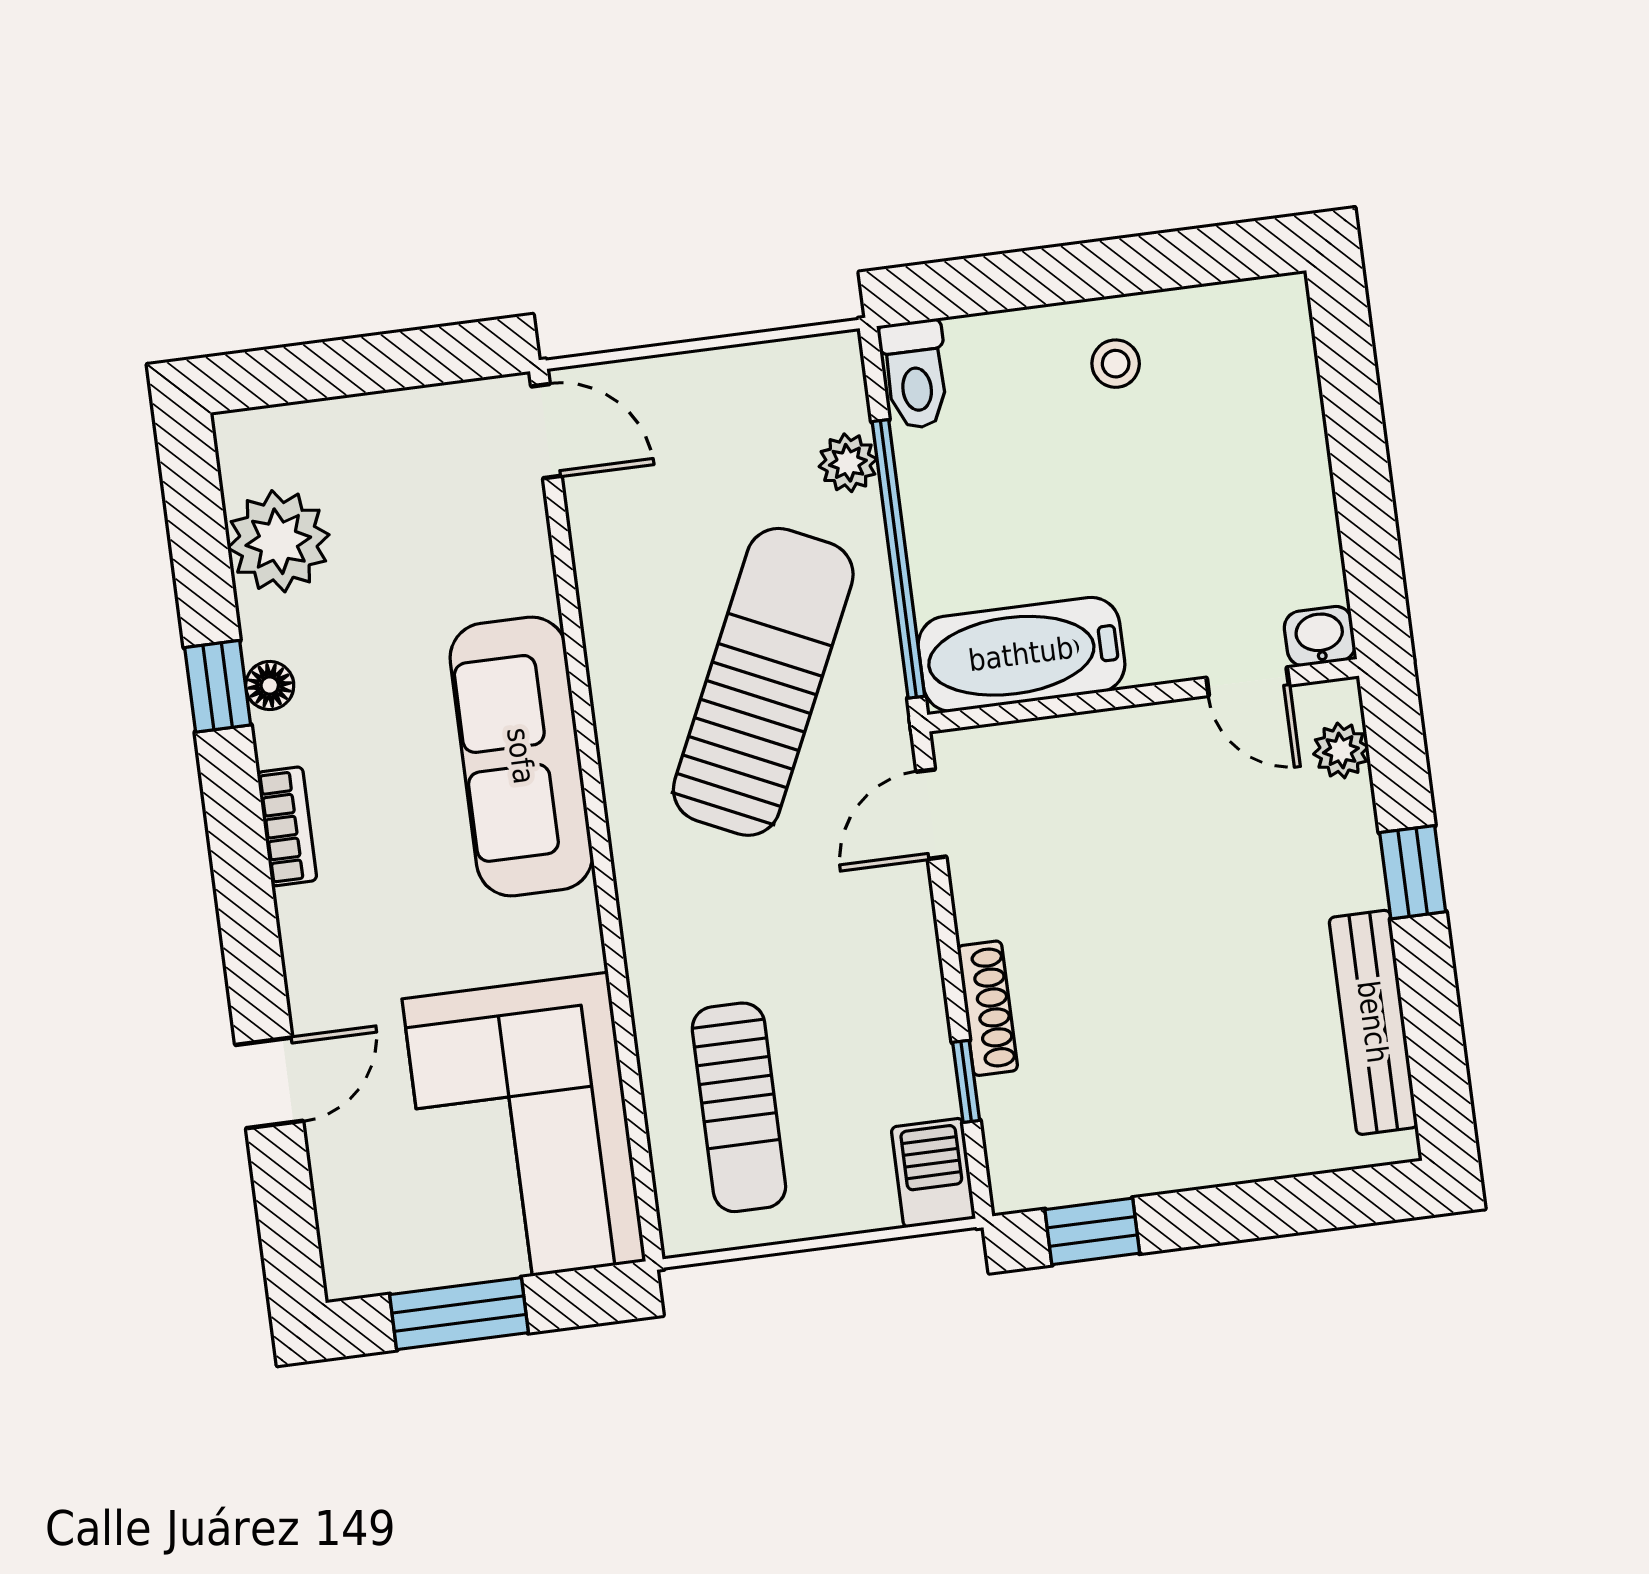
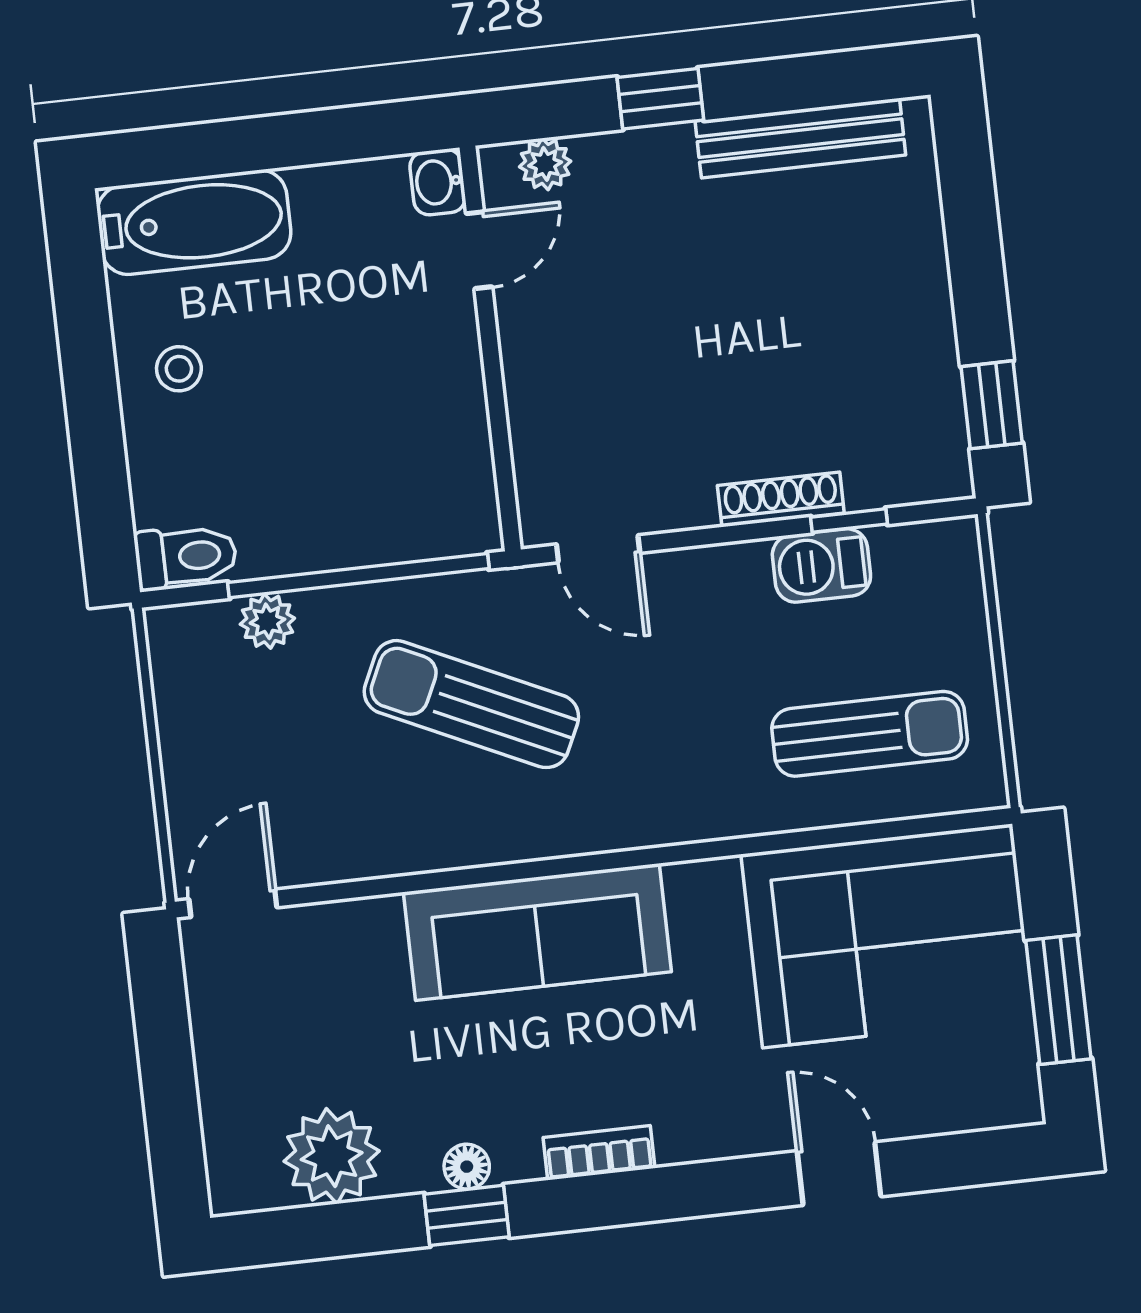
bathtub: (1021, 654) -> (194, 222), moved, turned -90
sun lounger: (763, 682) -> (471, 704), width x0.73, depth x0.75
barbecue: (933, 1173) -> (821, 566), moved

